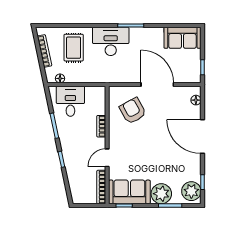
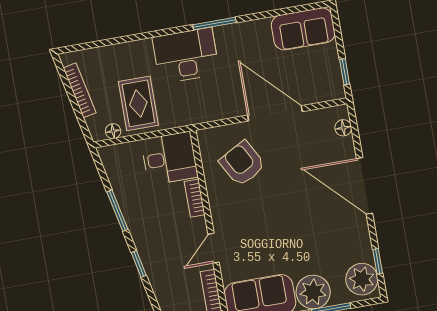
rug: (74, 48) -> (138, 103), moved
desk: (70, 101) -> (169, 158), moved, turned 90

